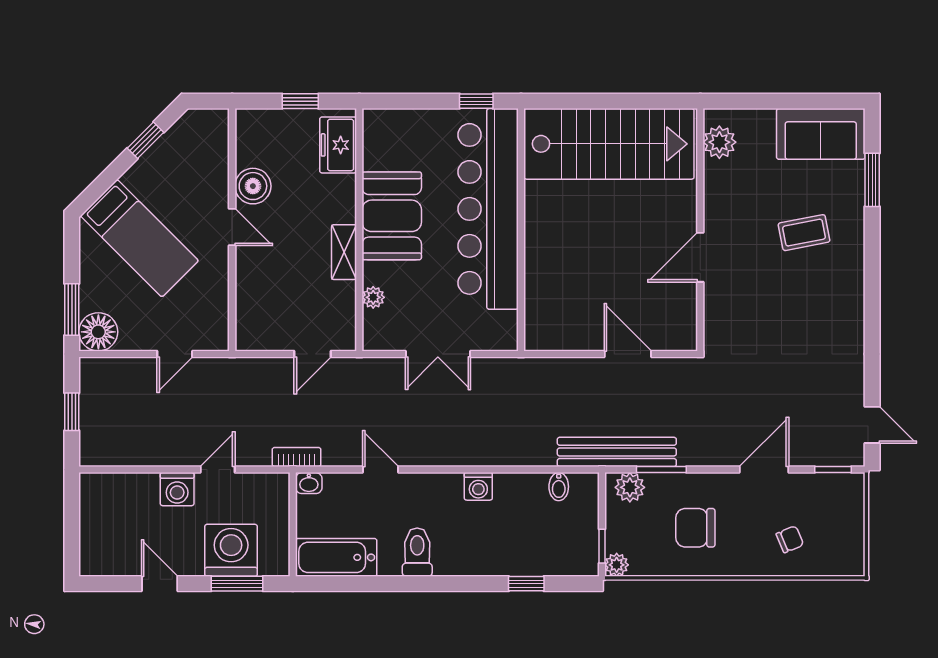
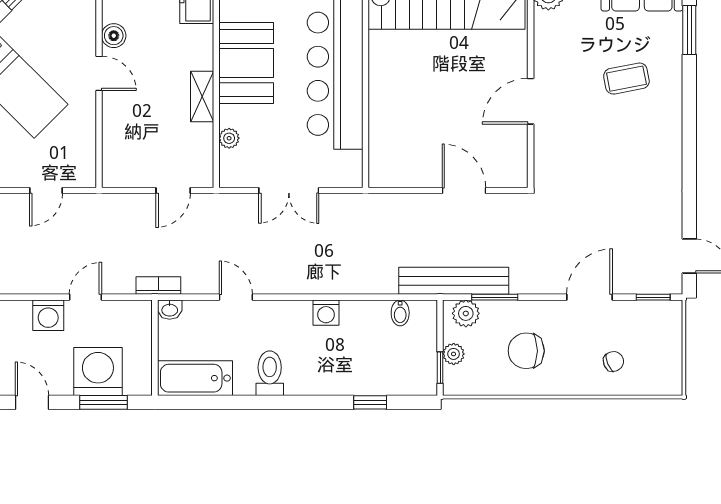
boiler: (253, 186) -> (114, 36), width x0.73, depth x0.73
plant: (617, 565) -> (454, 354), moved

